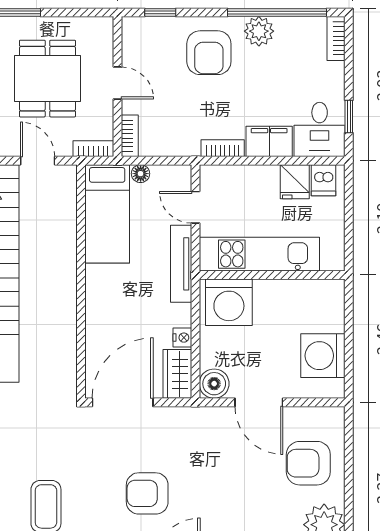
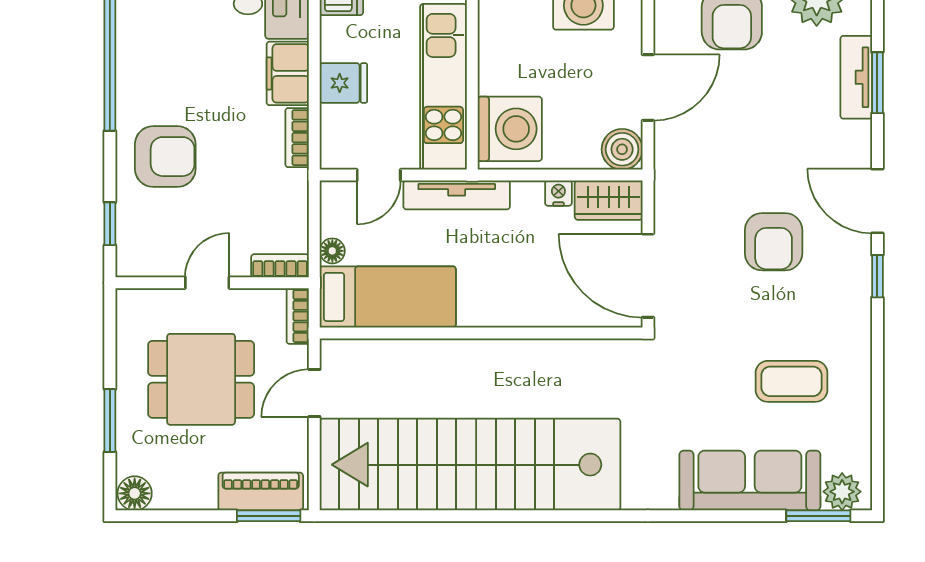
plant: (259, 31) -> (136, 87), removed
fridge: (295, 182) -> (343, 83), moved

